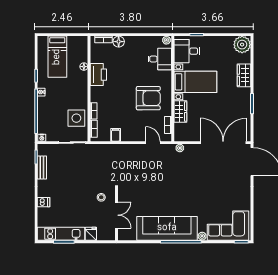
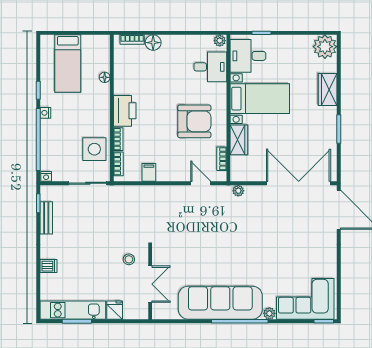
printer: (98, 75) -> (125, 111), moved

